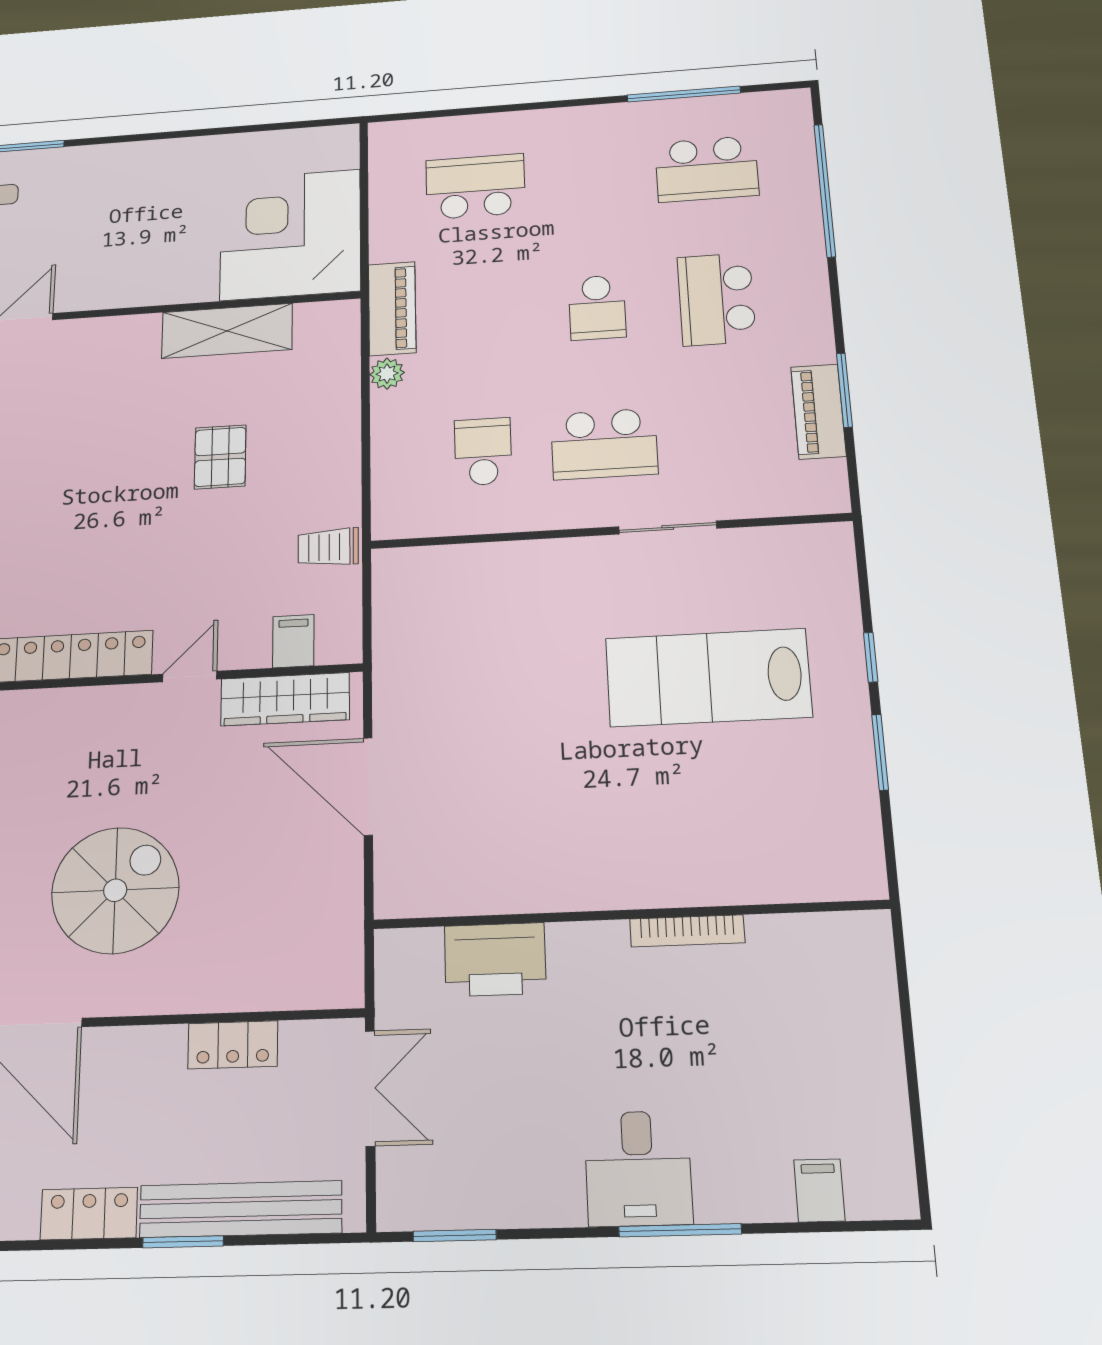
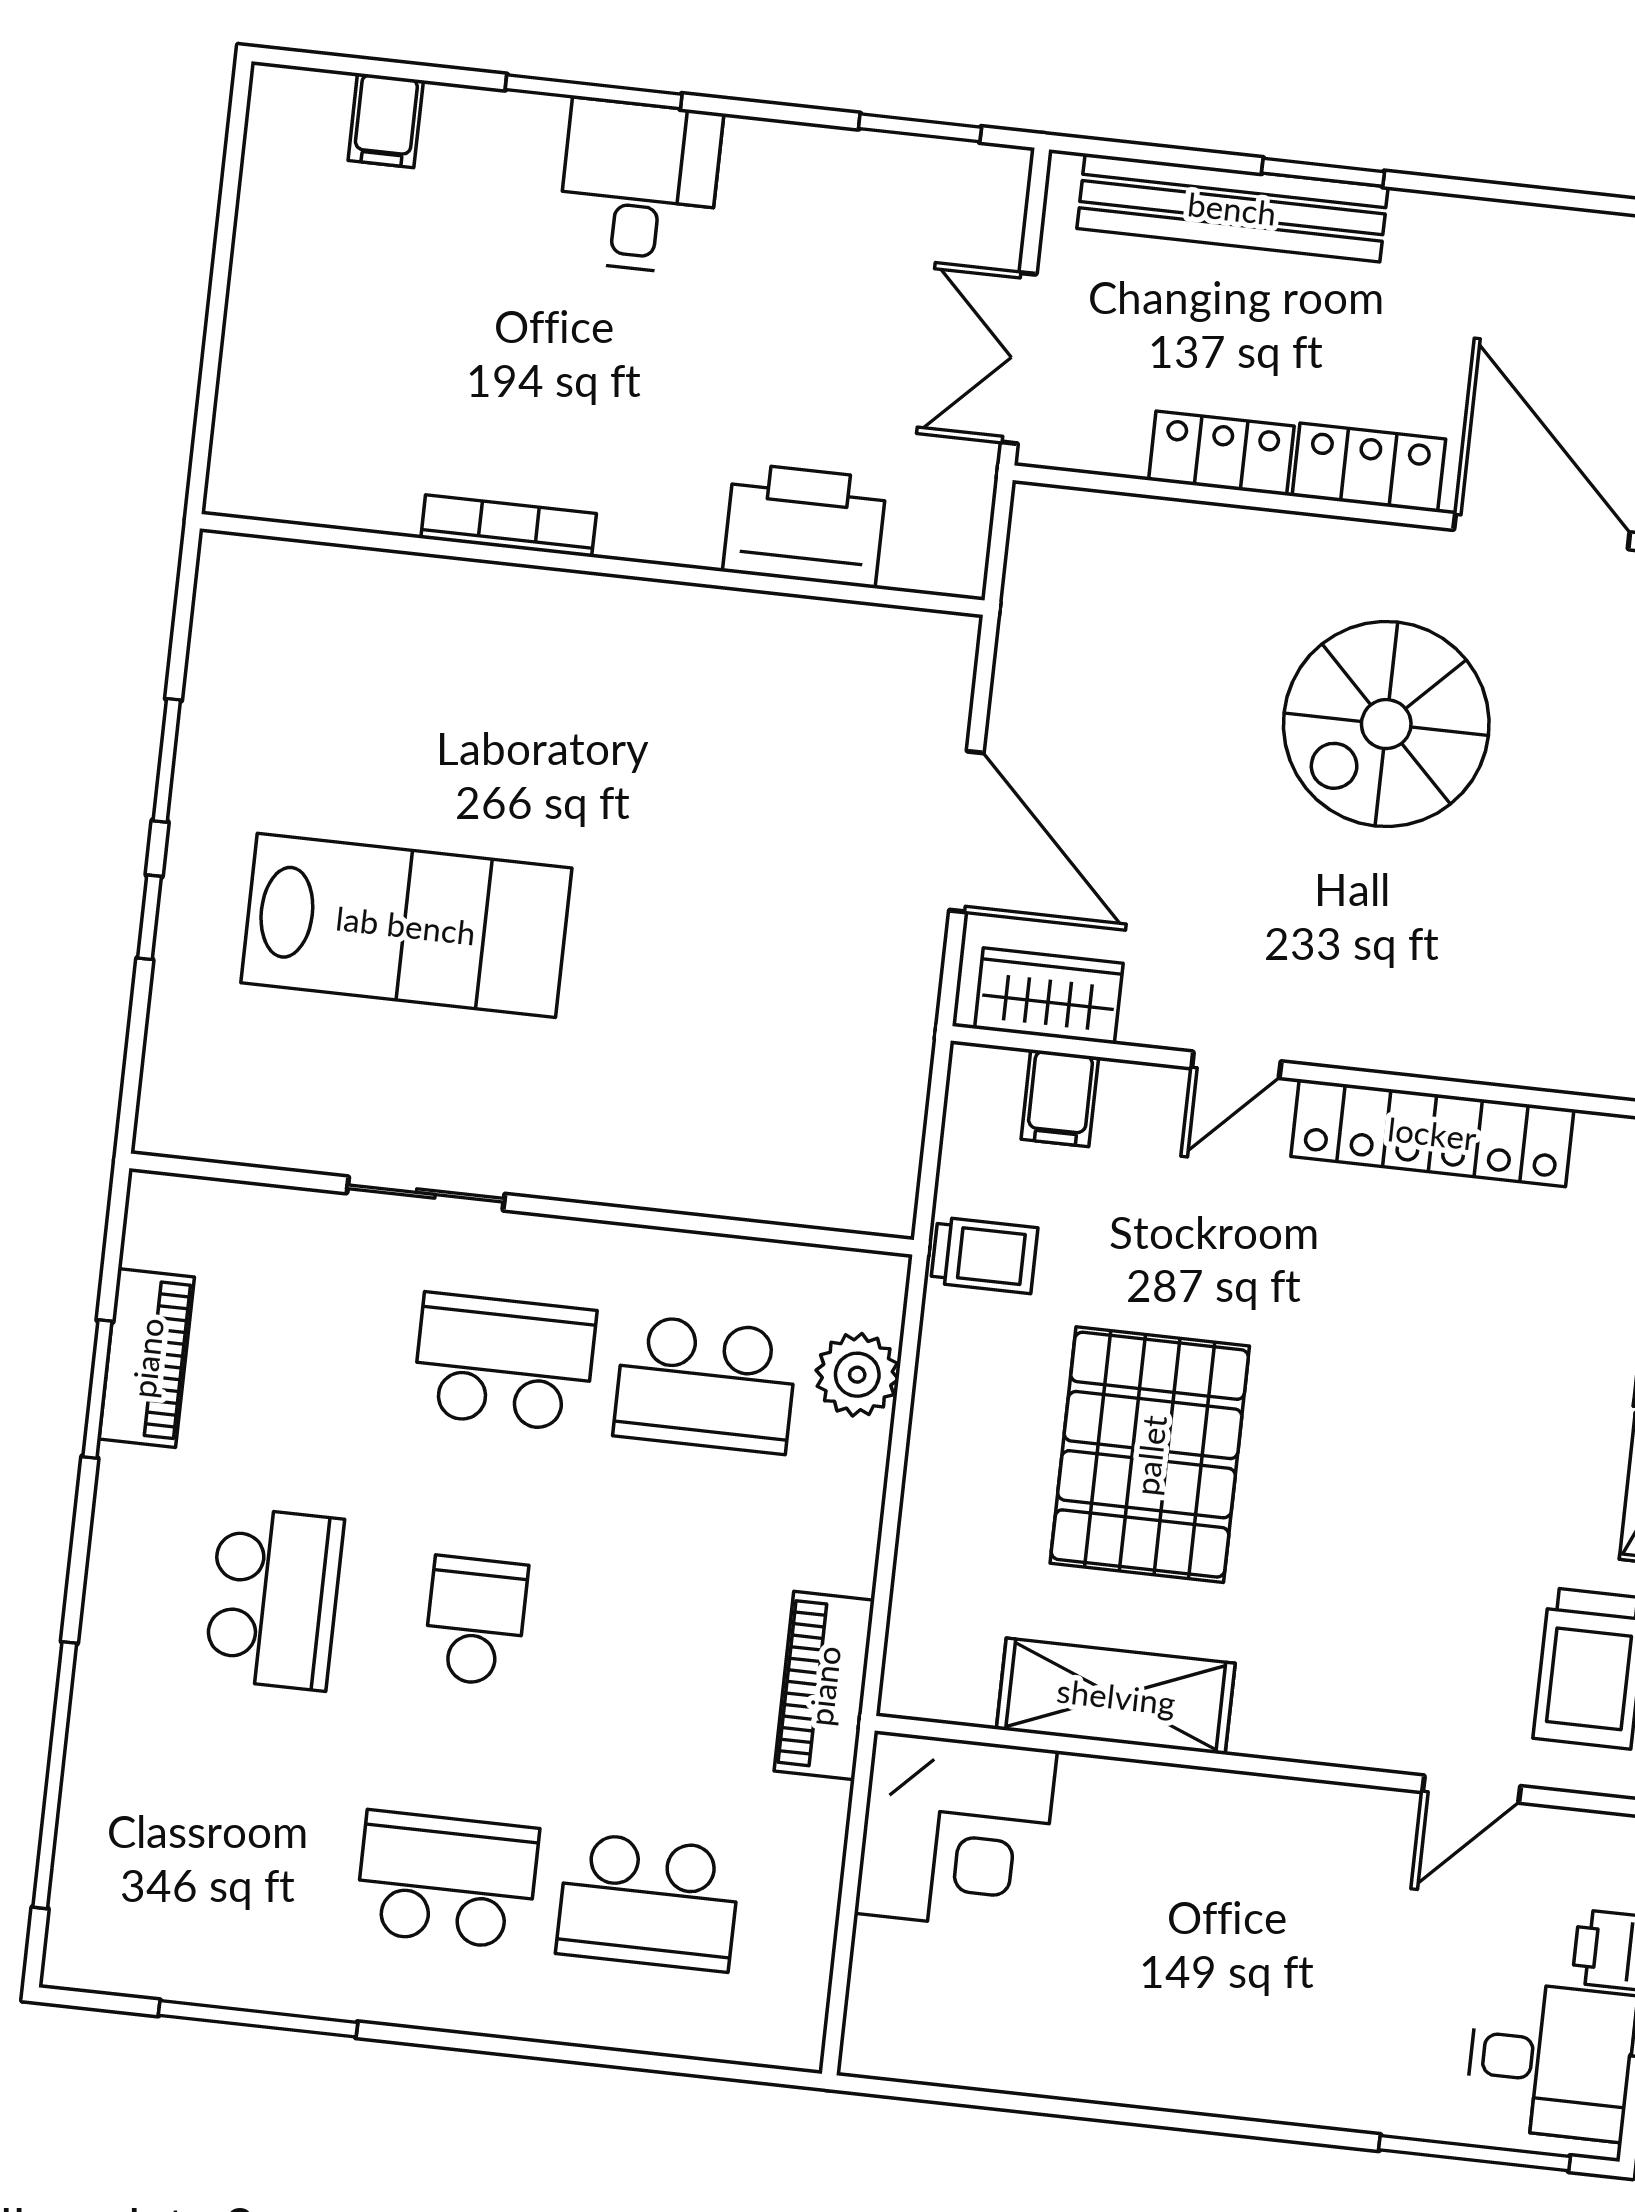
school desk: (707, 169) -> (447, 1880), moved
corner desk: (290, 235) -> (956, 1832), width x0.74, depth x0.74
plant: (387, 374) -> (857, 1375), moved, width x1.38, depth x1.38
school desk: (483, 452) -> (706, 1384), width x1.85
pallet: (220, 457) -> (1150, 1455), width x2.05, depth x2.00
wardrobe: (285, 699) -> (1049, 996), width x0.67
locker: (89, 1214) -> (1369, 468), moved, turned 180

